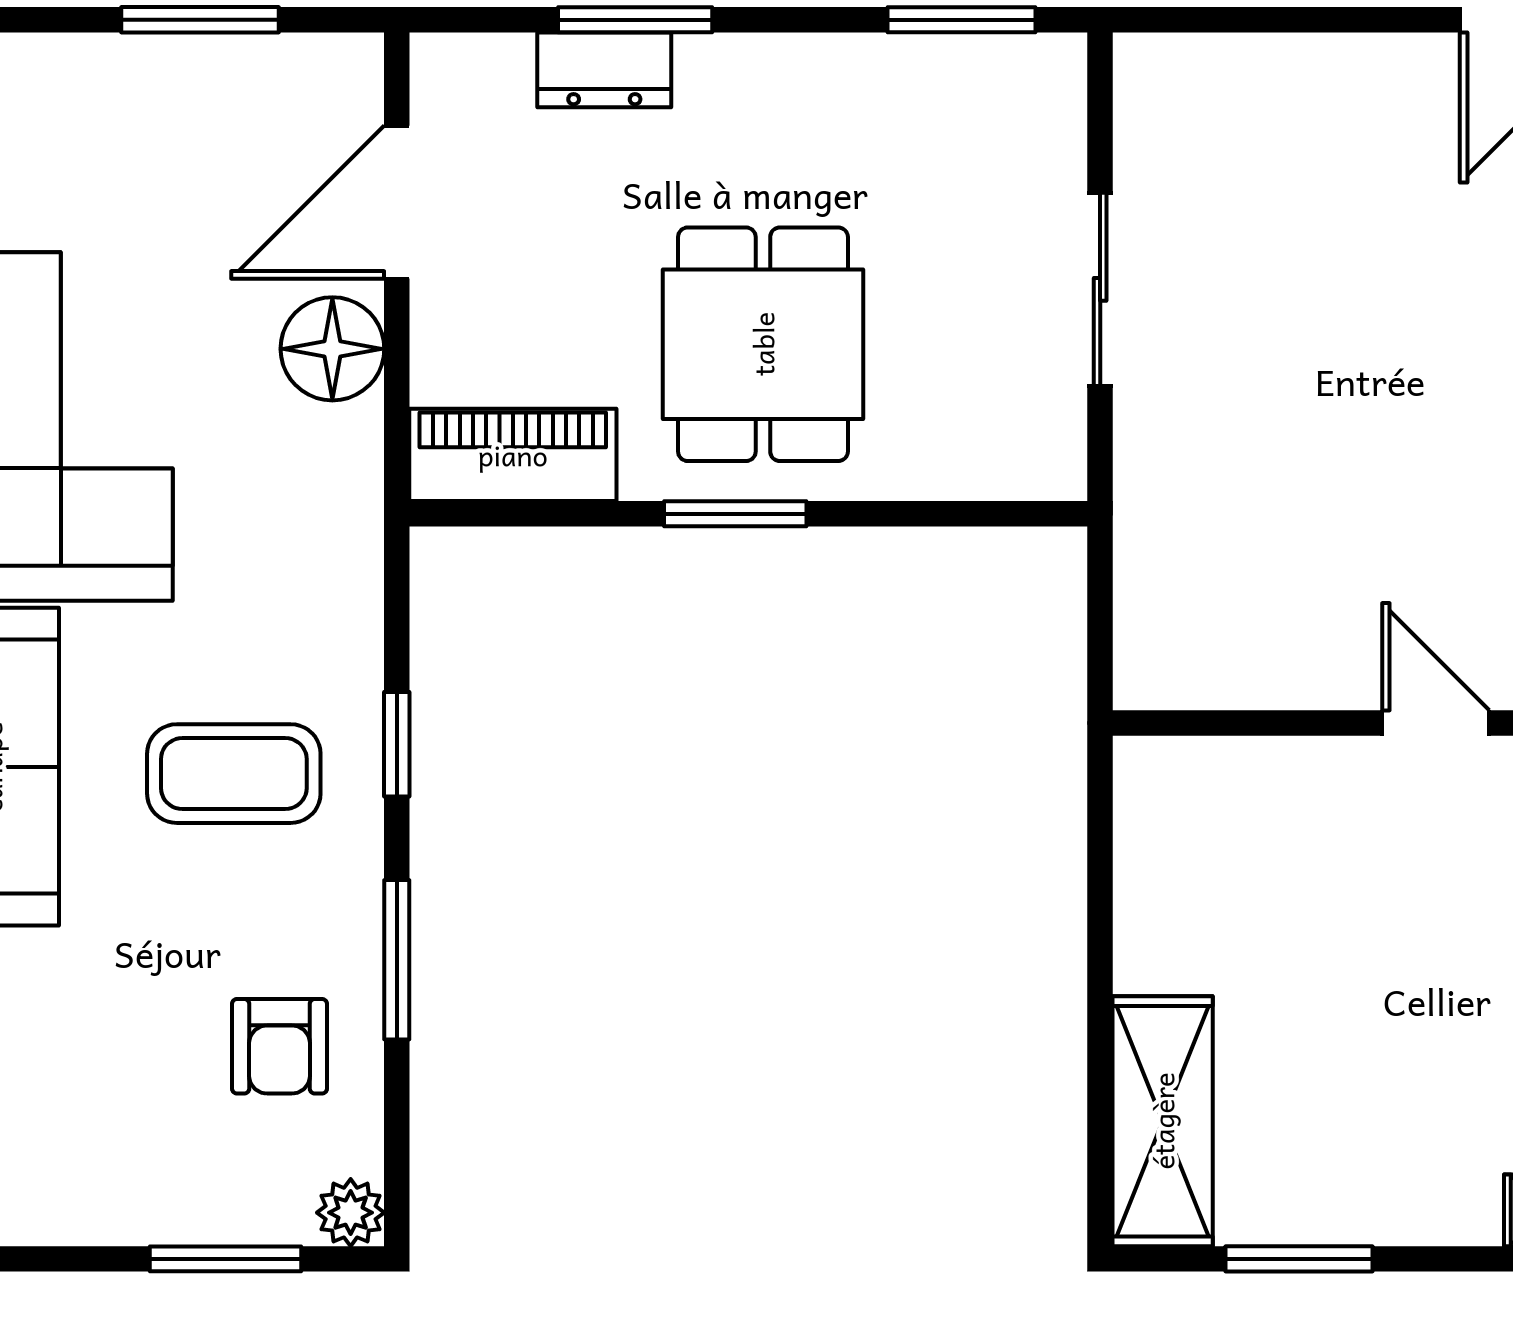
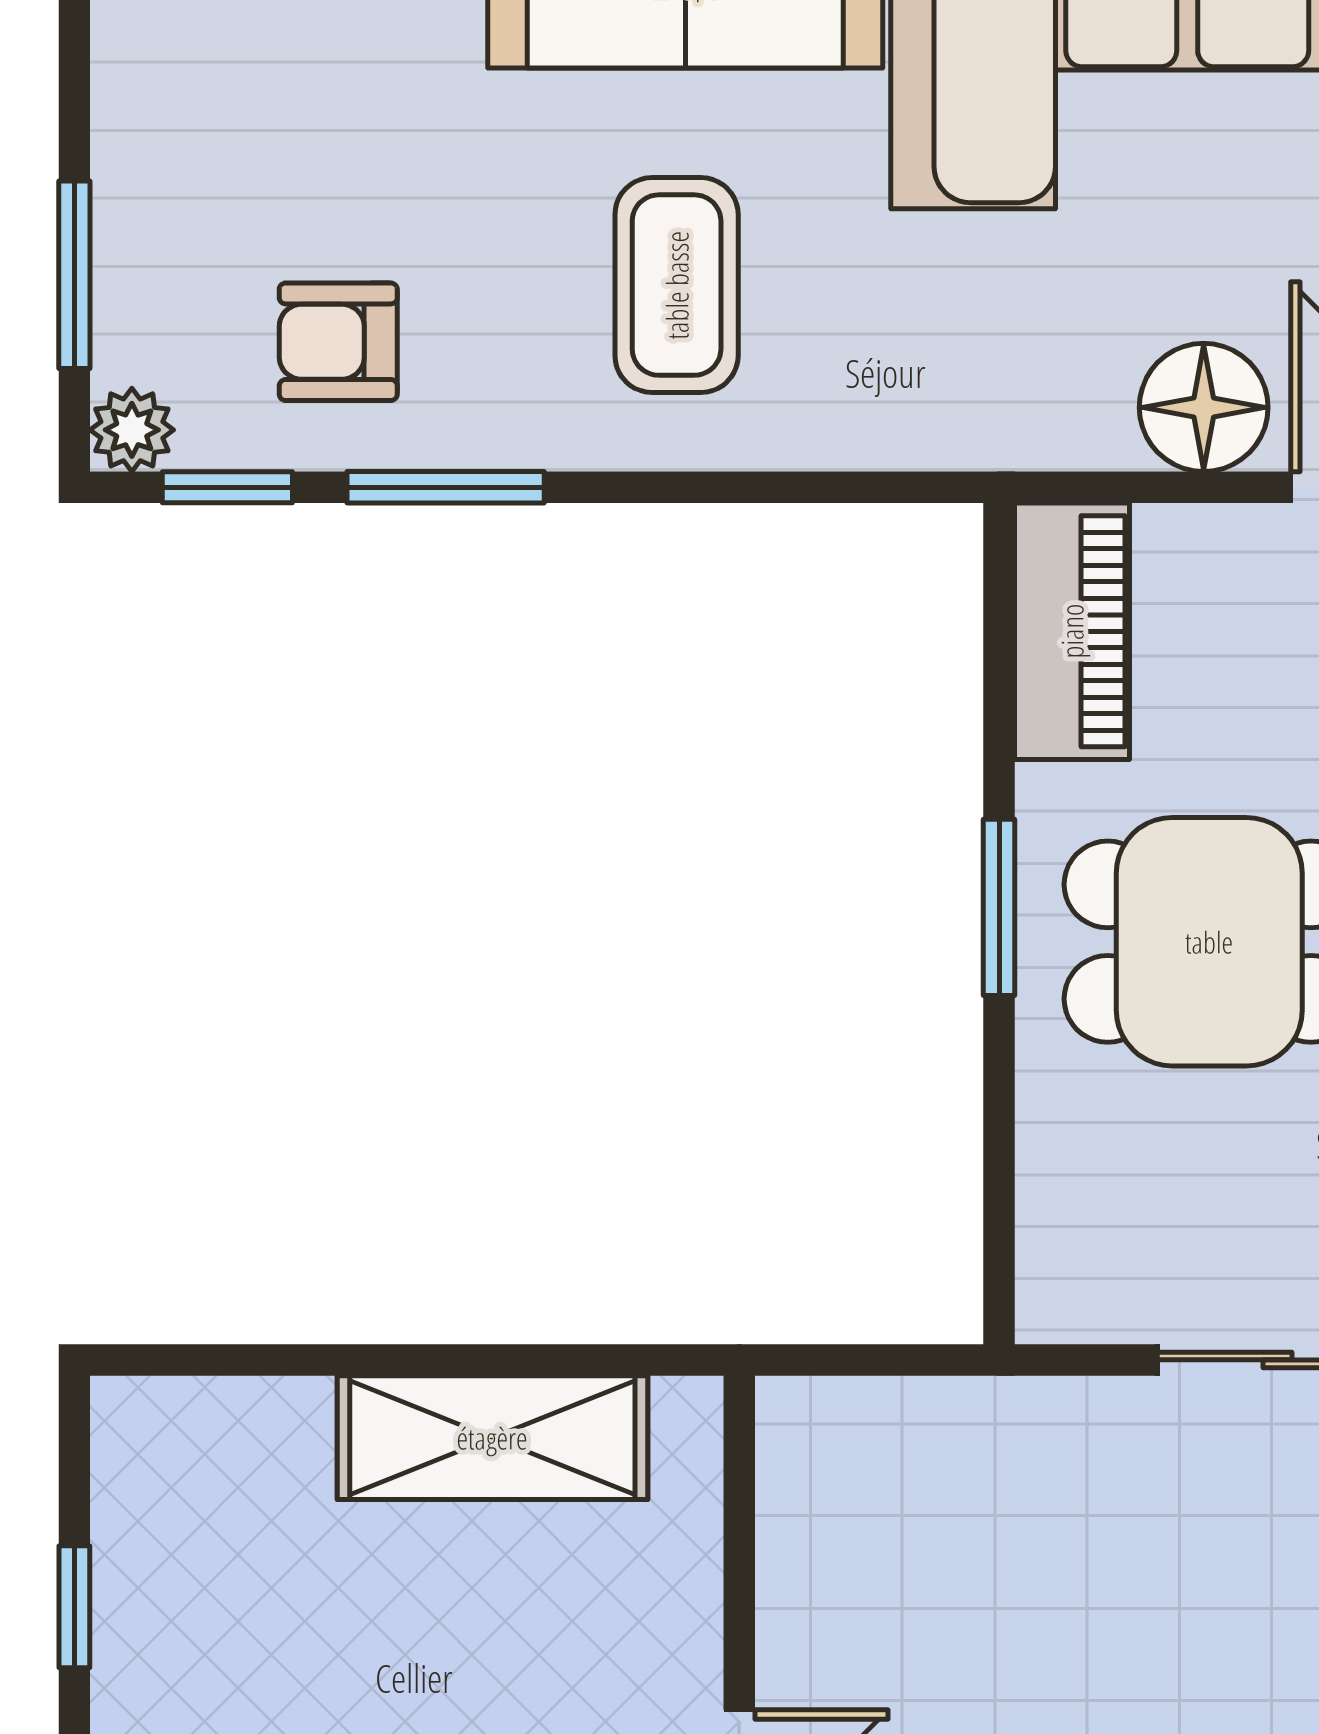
window: (397, 744) -> (227, 487), moved
shelving: (1163, 1121) -> (492, 1438), moved
window: (1299, 1259) -> (74, 1607), width x0.67

